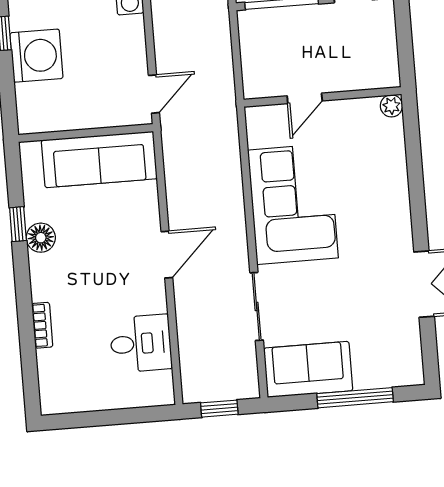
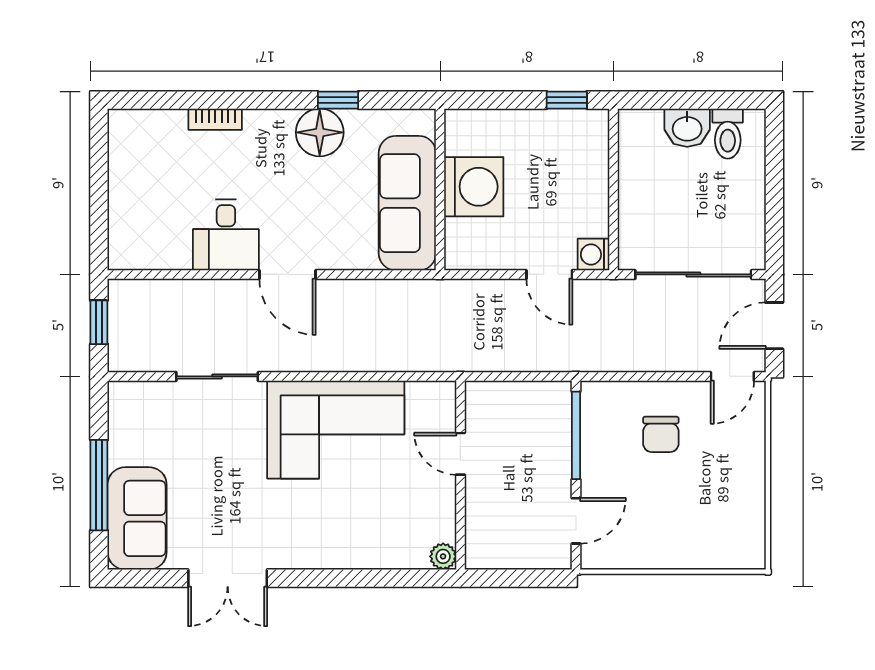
washing machine: (36, 56) -> (474, 187), moved, turned -90
door: (154, 94) -> (549, 274), moved
floor lamp: (41, 238) -> (320, 132), width x1.38, depth x1.38
desk: (141, 343) -> (226, 235), moved
sofa: (308, 369) -> (137, 518), moved

